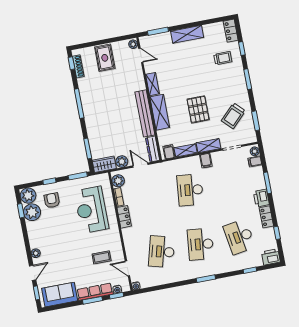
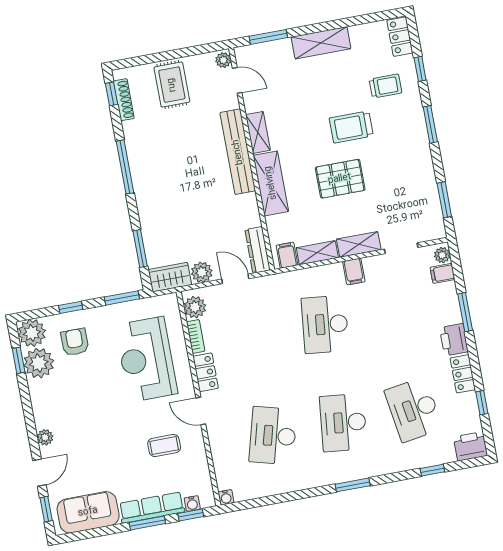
pallet: (198, 109) -> (340, 179), turned 90
bench: (145, 113) -> (238, 152), moved
trolley: (233, 116) -> (351, 127), moved, turned 45
door: (127, 268) -> (201, 411), moved

